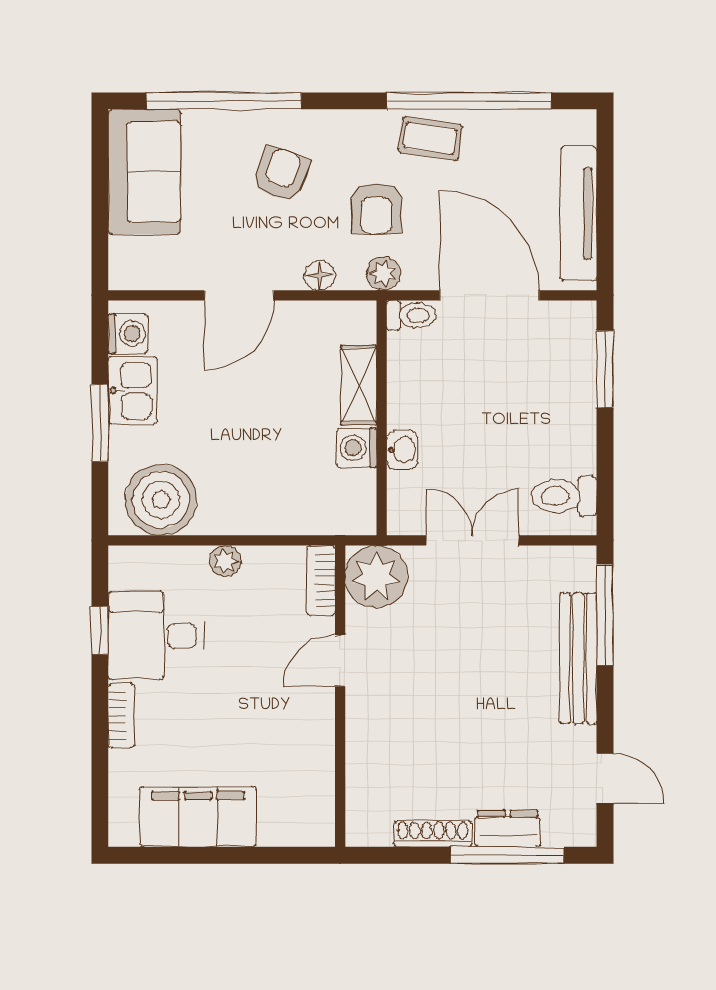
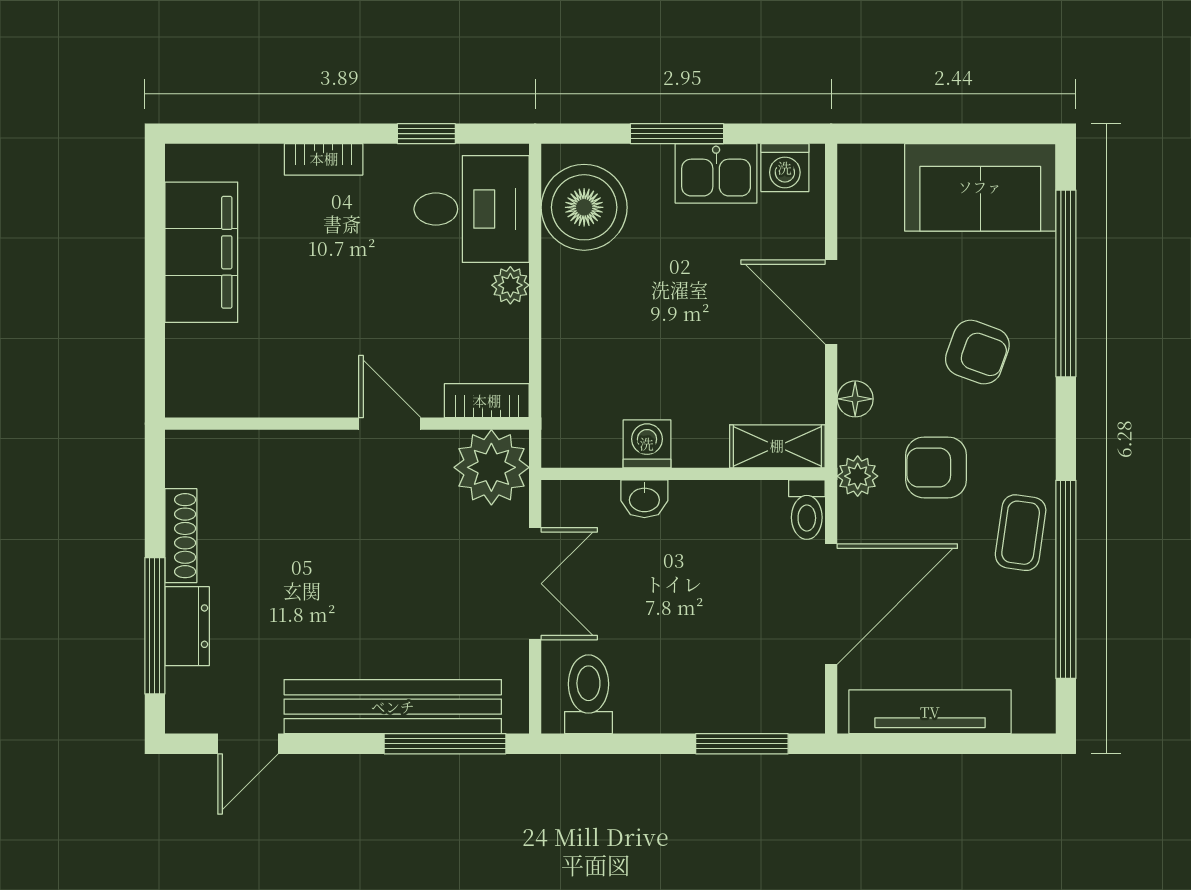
shelving: (359, 385) -> (777, 446), moved
desk: (156, 636) -> (472, 209), moved, turned 90
bench: (578, 658) -> (393, 707), width x1.37, depth x1.21

